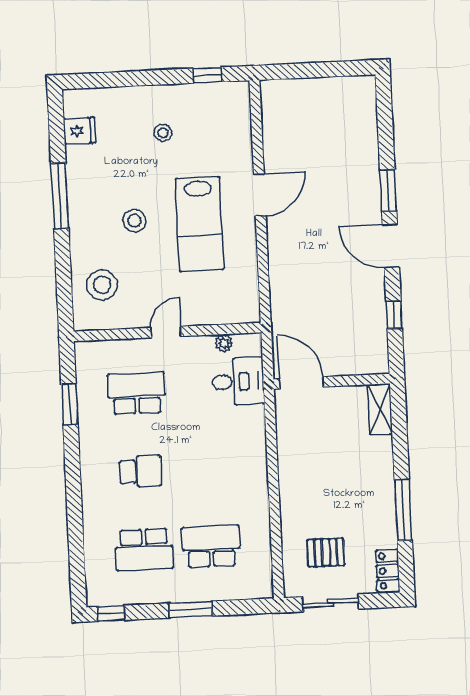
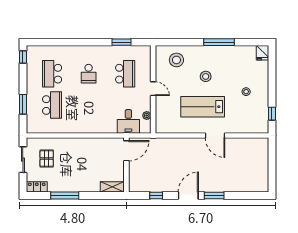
fridge: (79, 131) -> (263, 53), moved
window: (191, 610) -> (23, 104), moved

